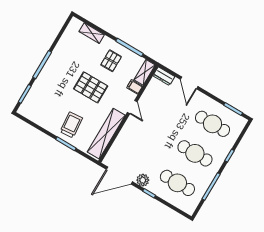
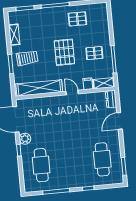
shelving: (92, 33) -> (14, 35), moved
pallet: (69, 54) -> (77, 19), added
door: (132, 107) -> (72, 93), swing flipped
cafe table: (195, 153) -> (72, 162), removed

